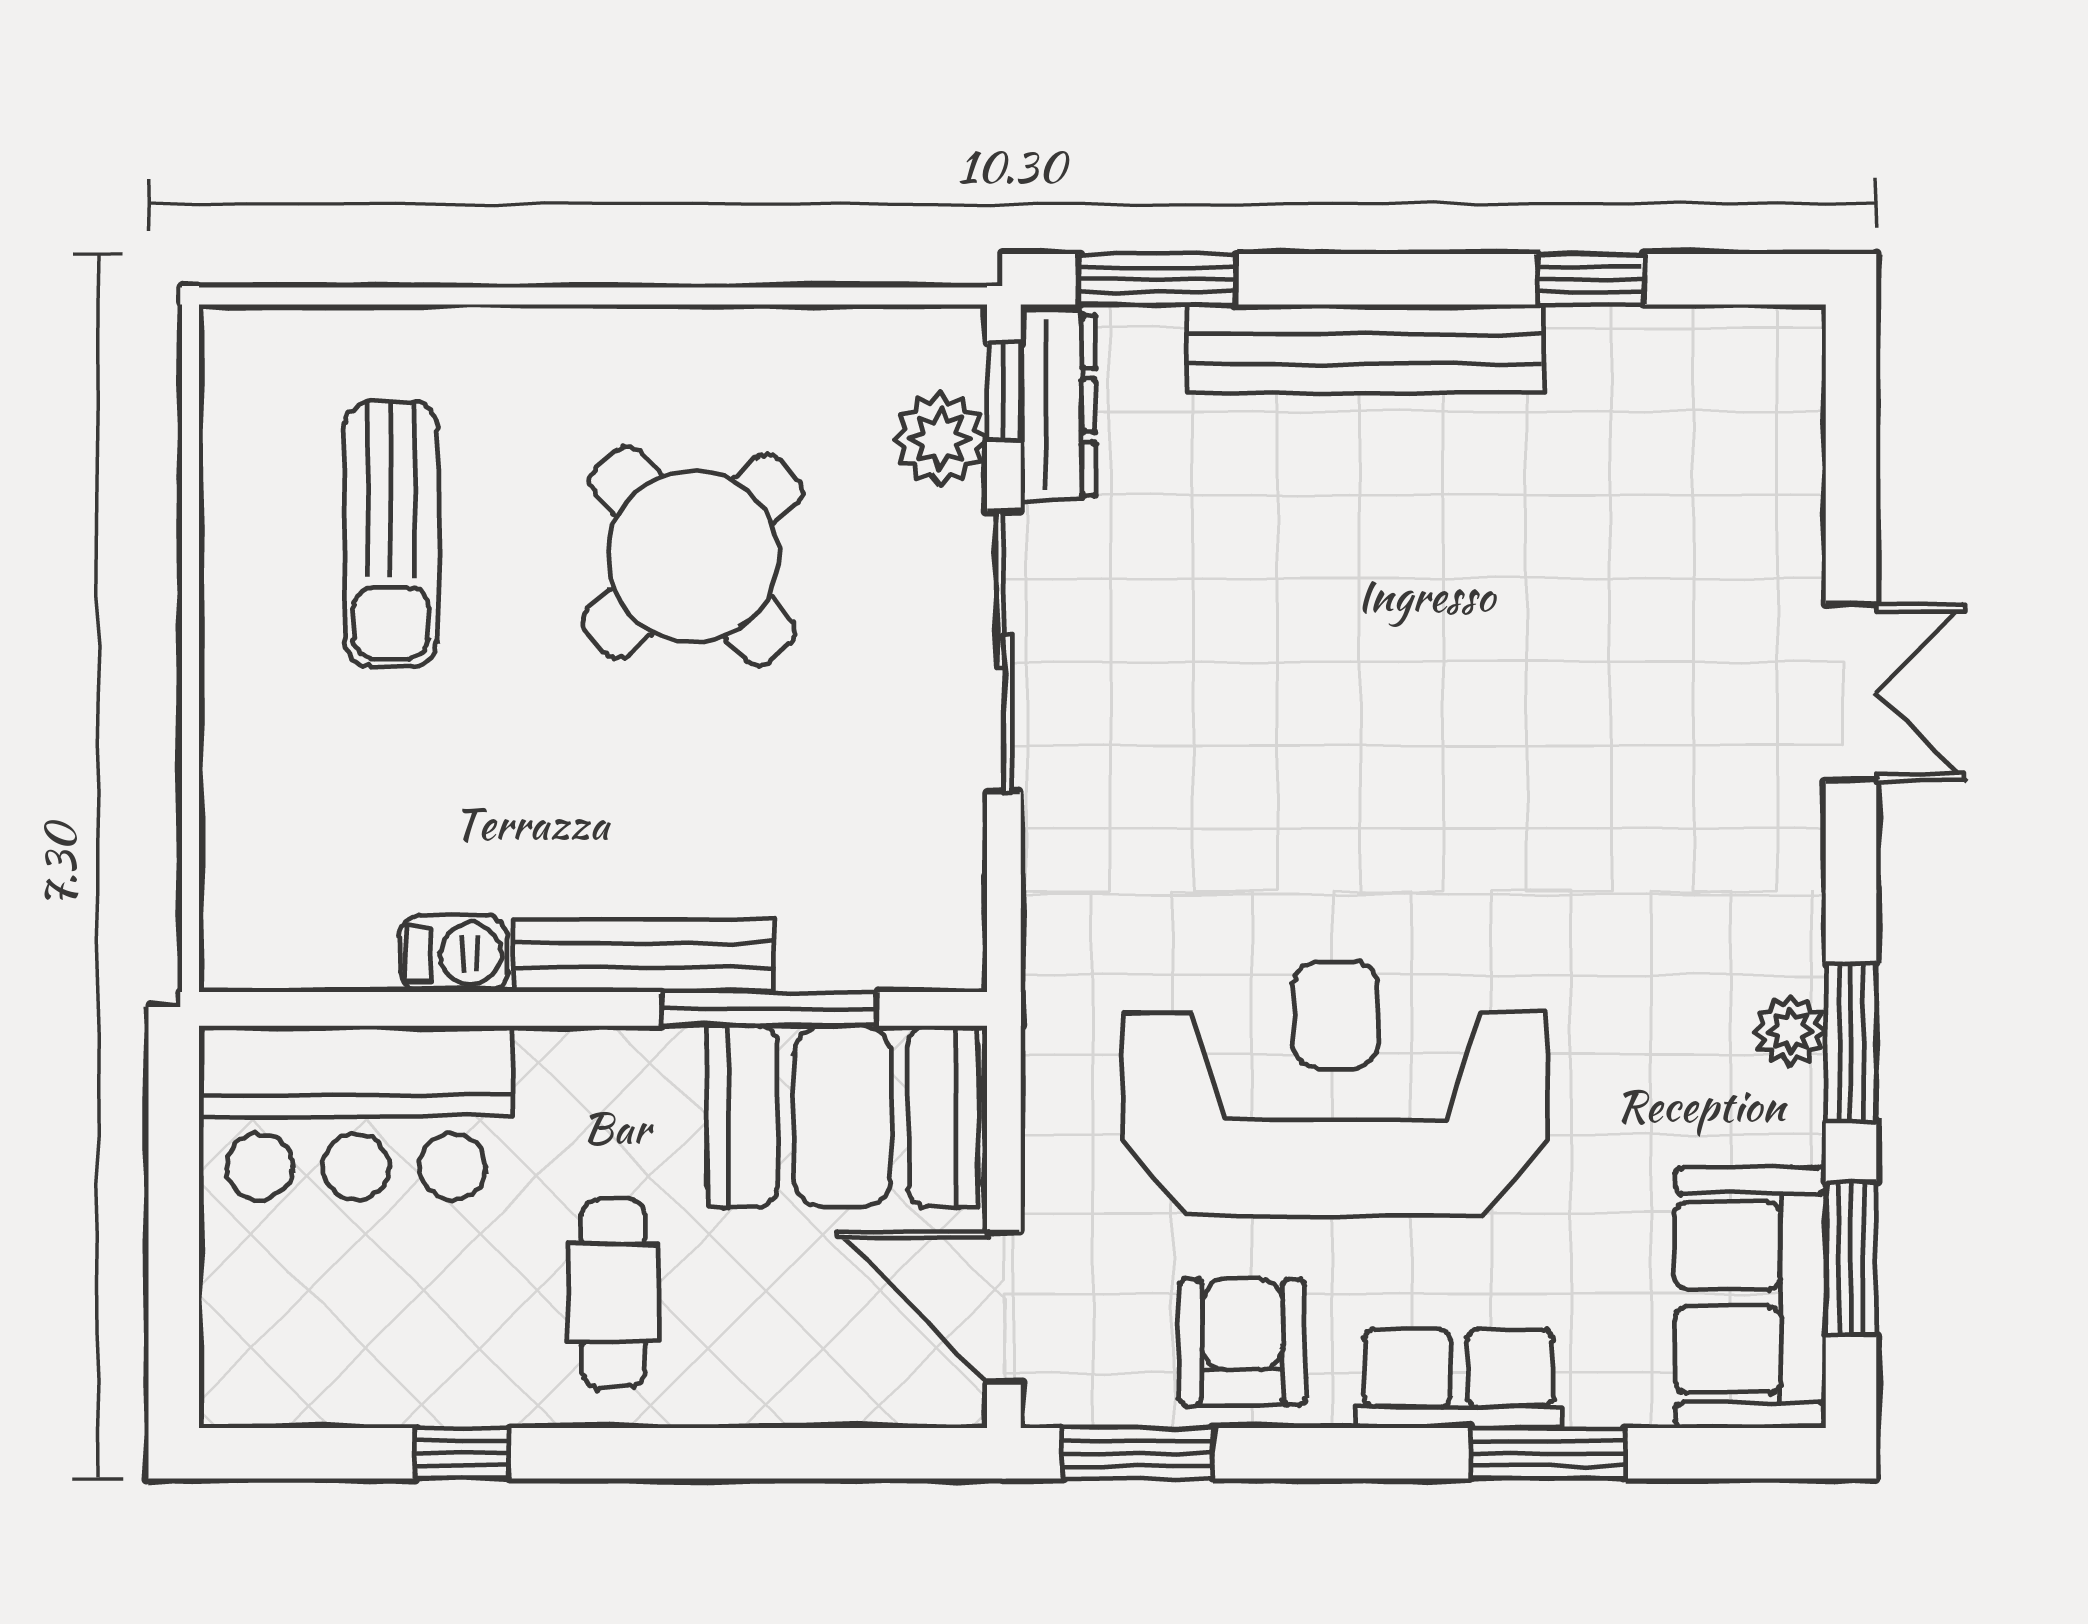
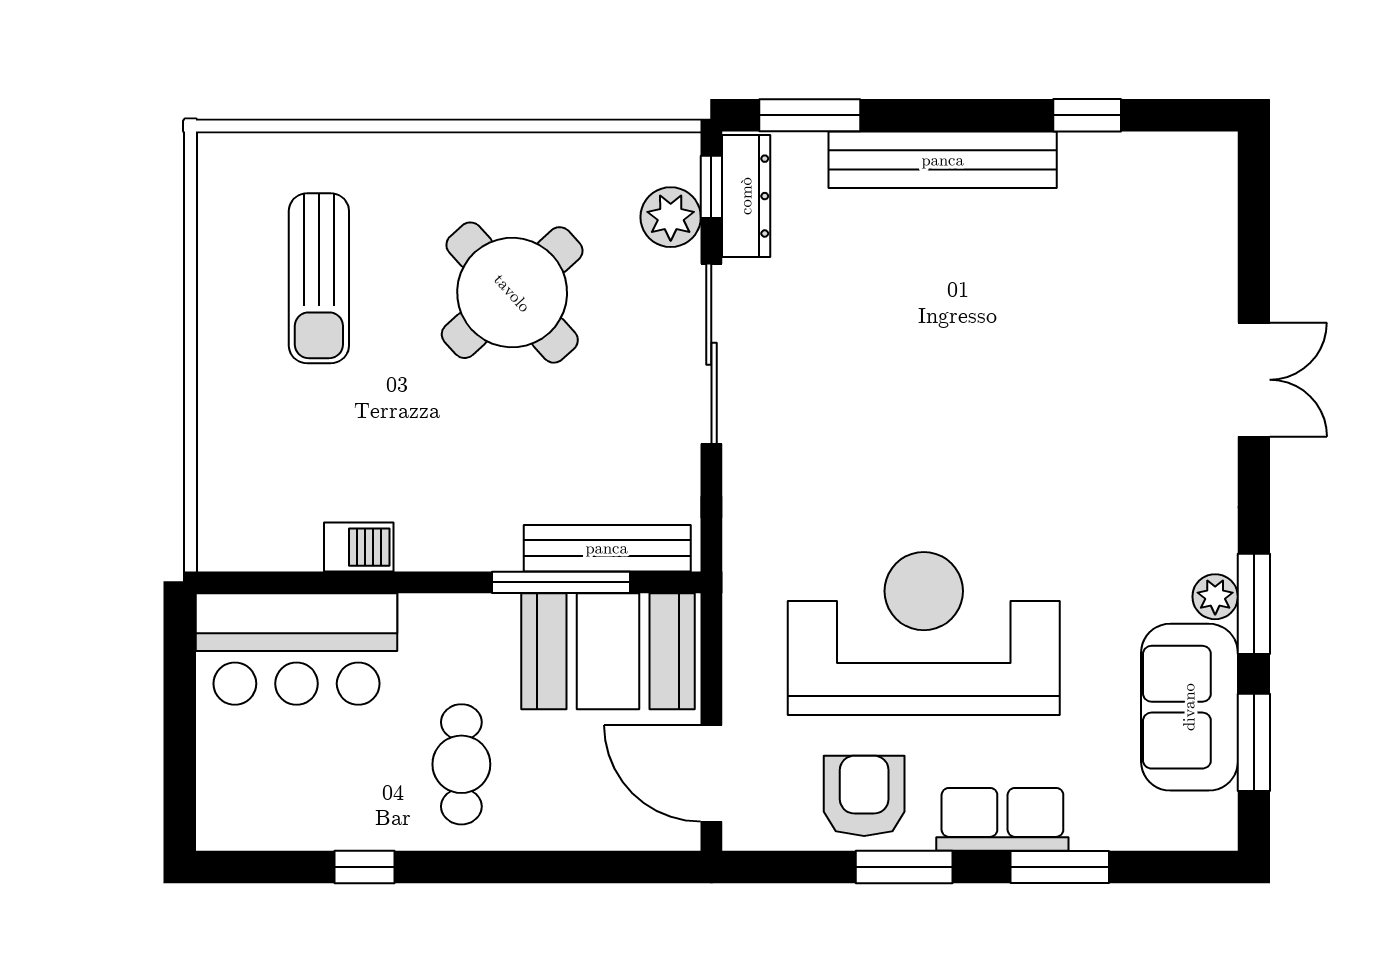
bench: (644, 956) -> (607, 548), moved
sofa: (1750, 1298) -> (1189, 707), moved
window: (1137, 1453) -> (904, 867), moved

